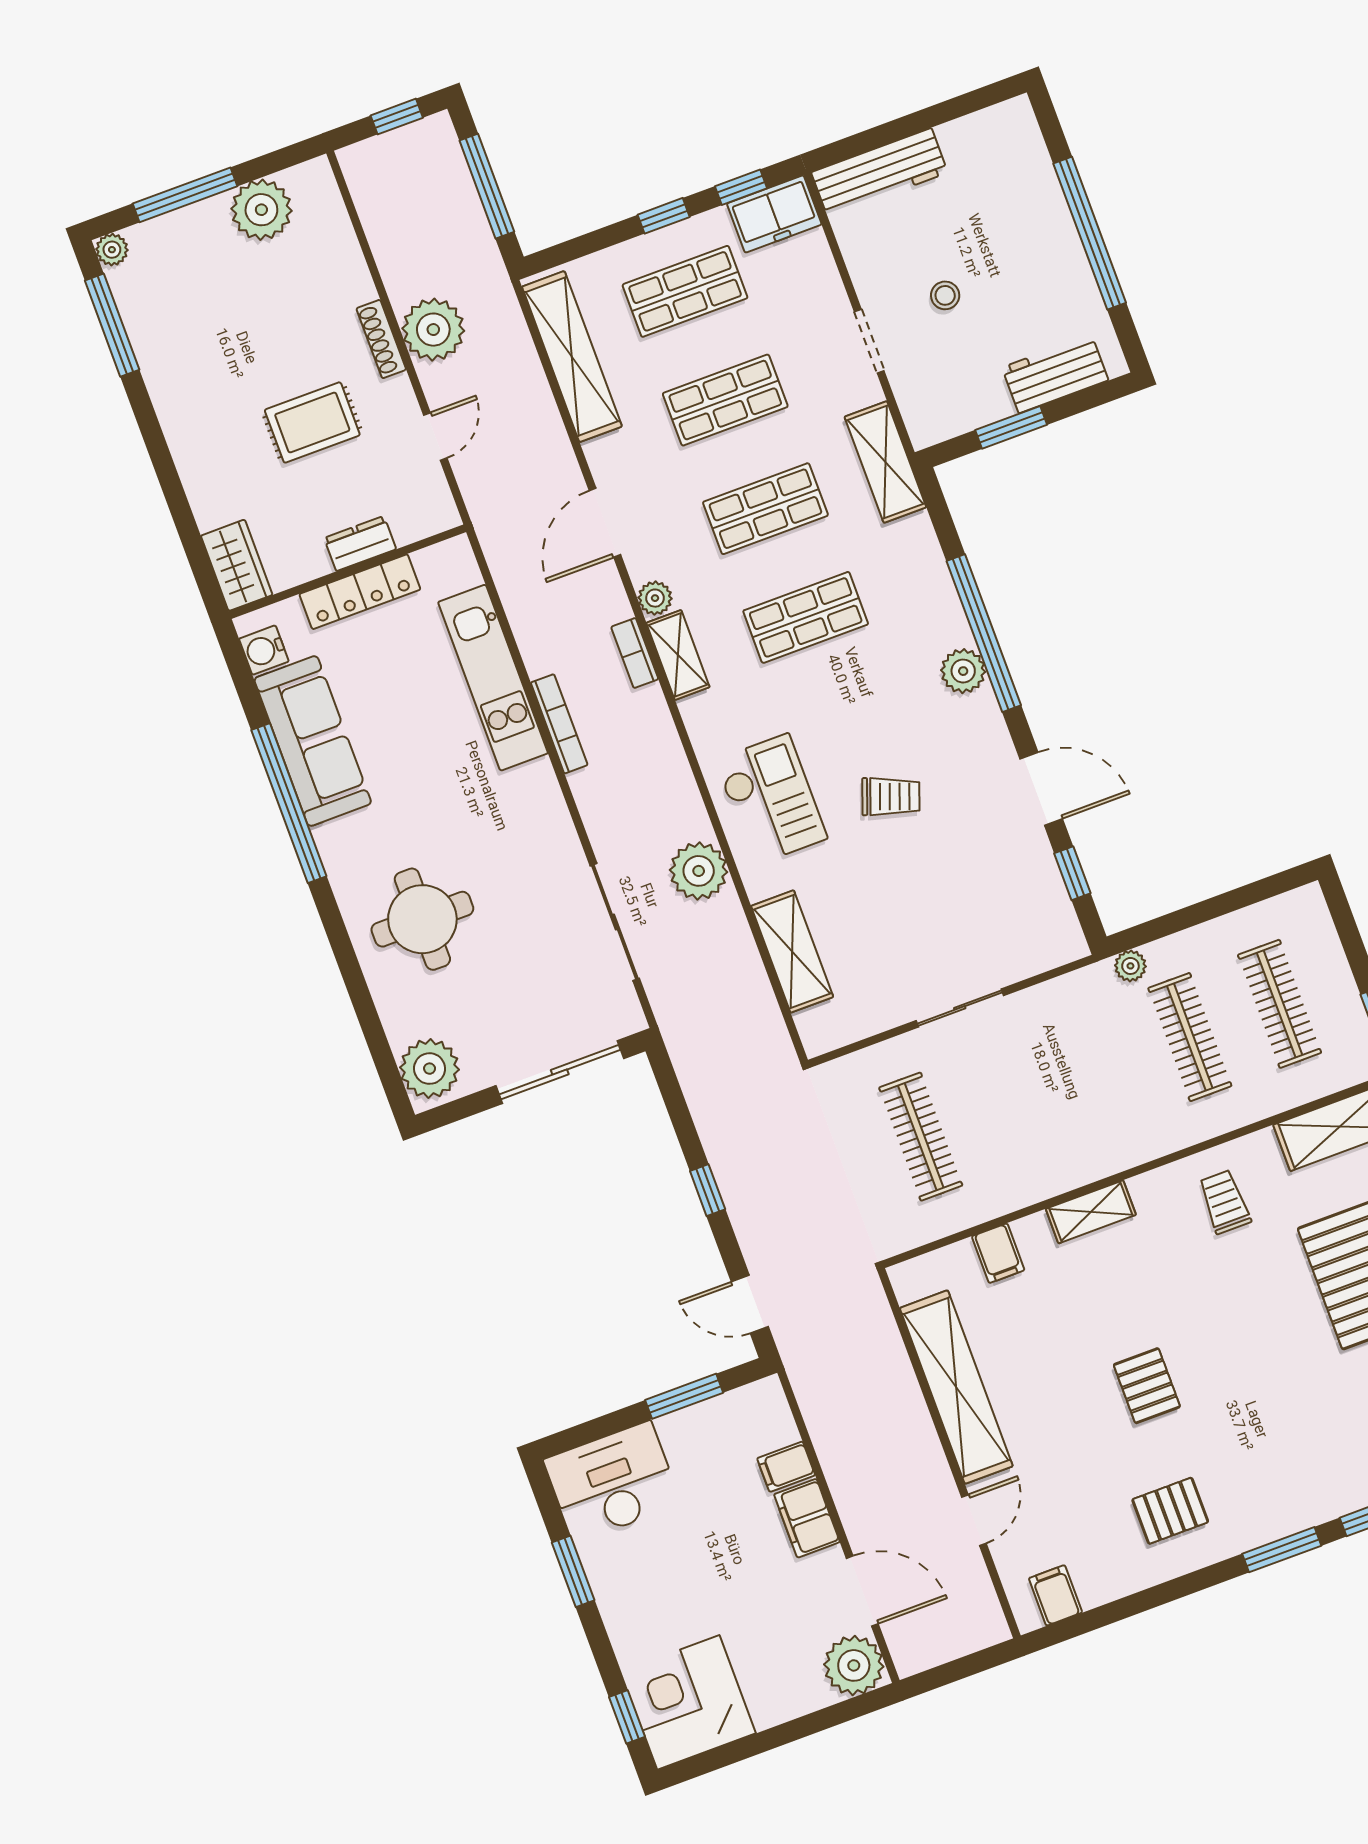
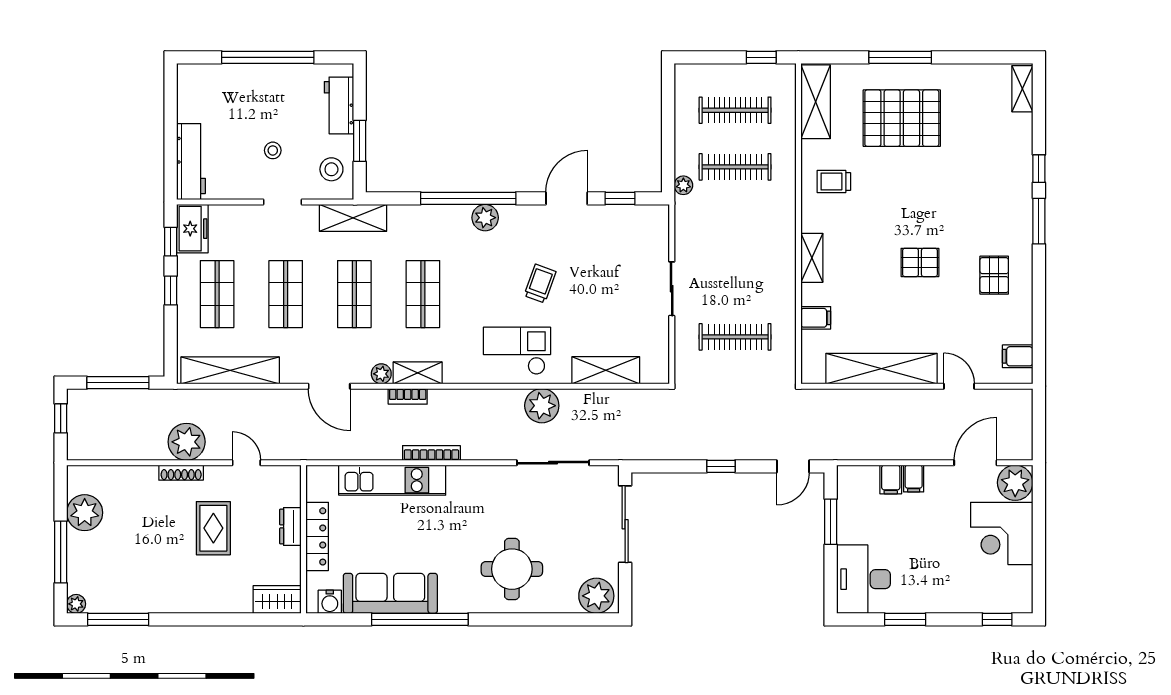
stool: (950, 399) -> (331, 169), added
filing cabinet: (807, 1518) -> (914, 479), width x0.50
corner desk: (688, 1702) -> (1002, 533), moved

